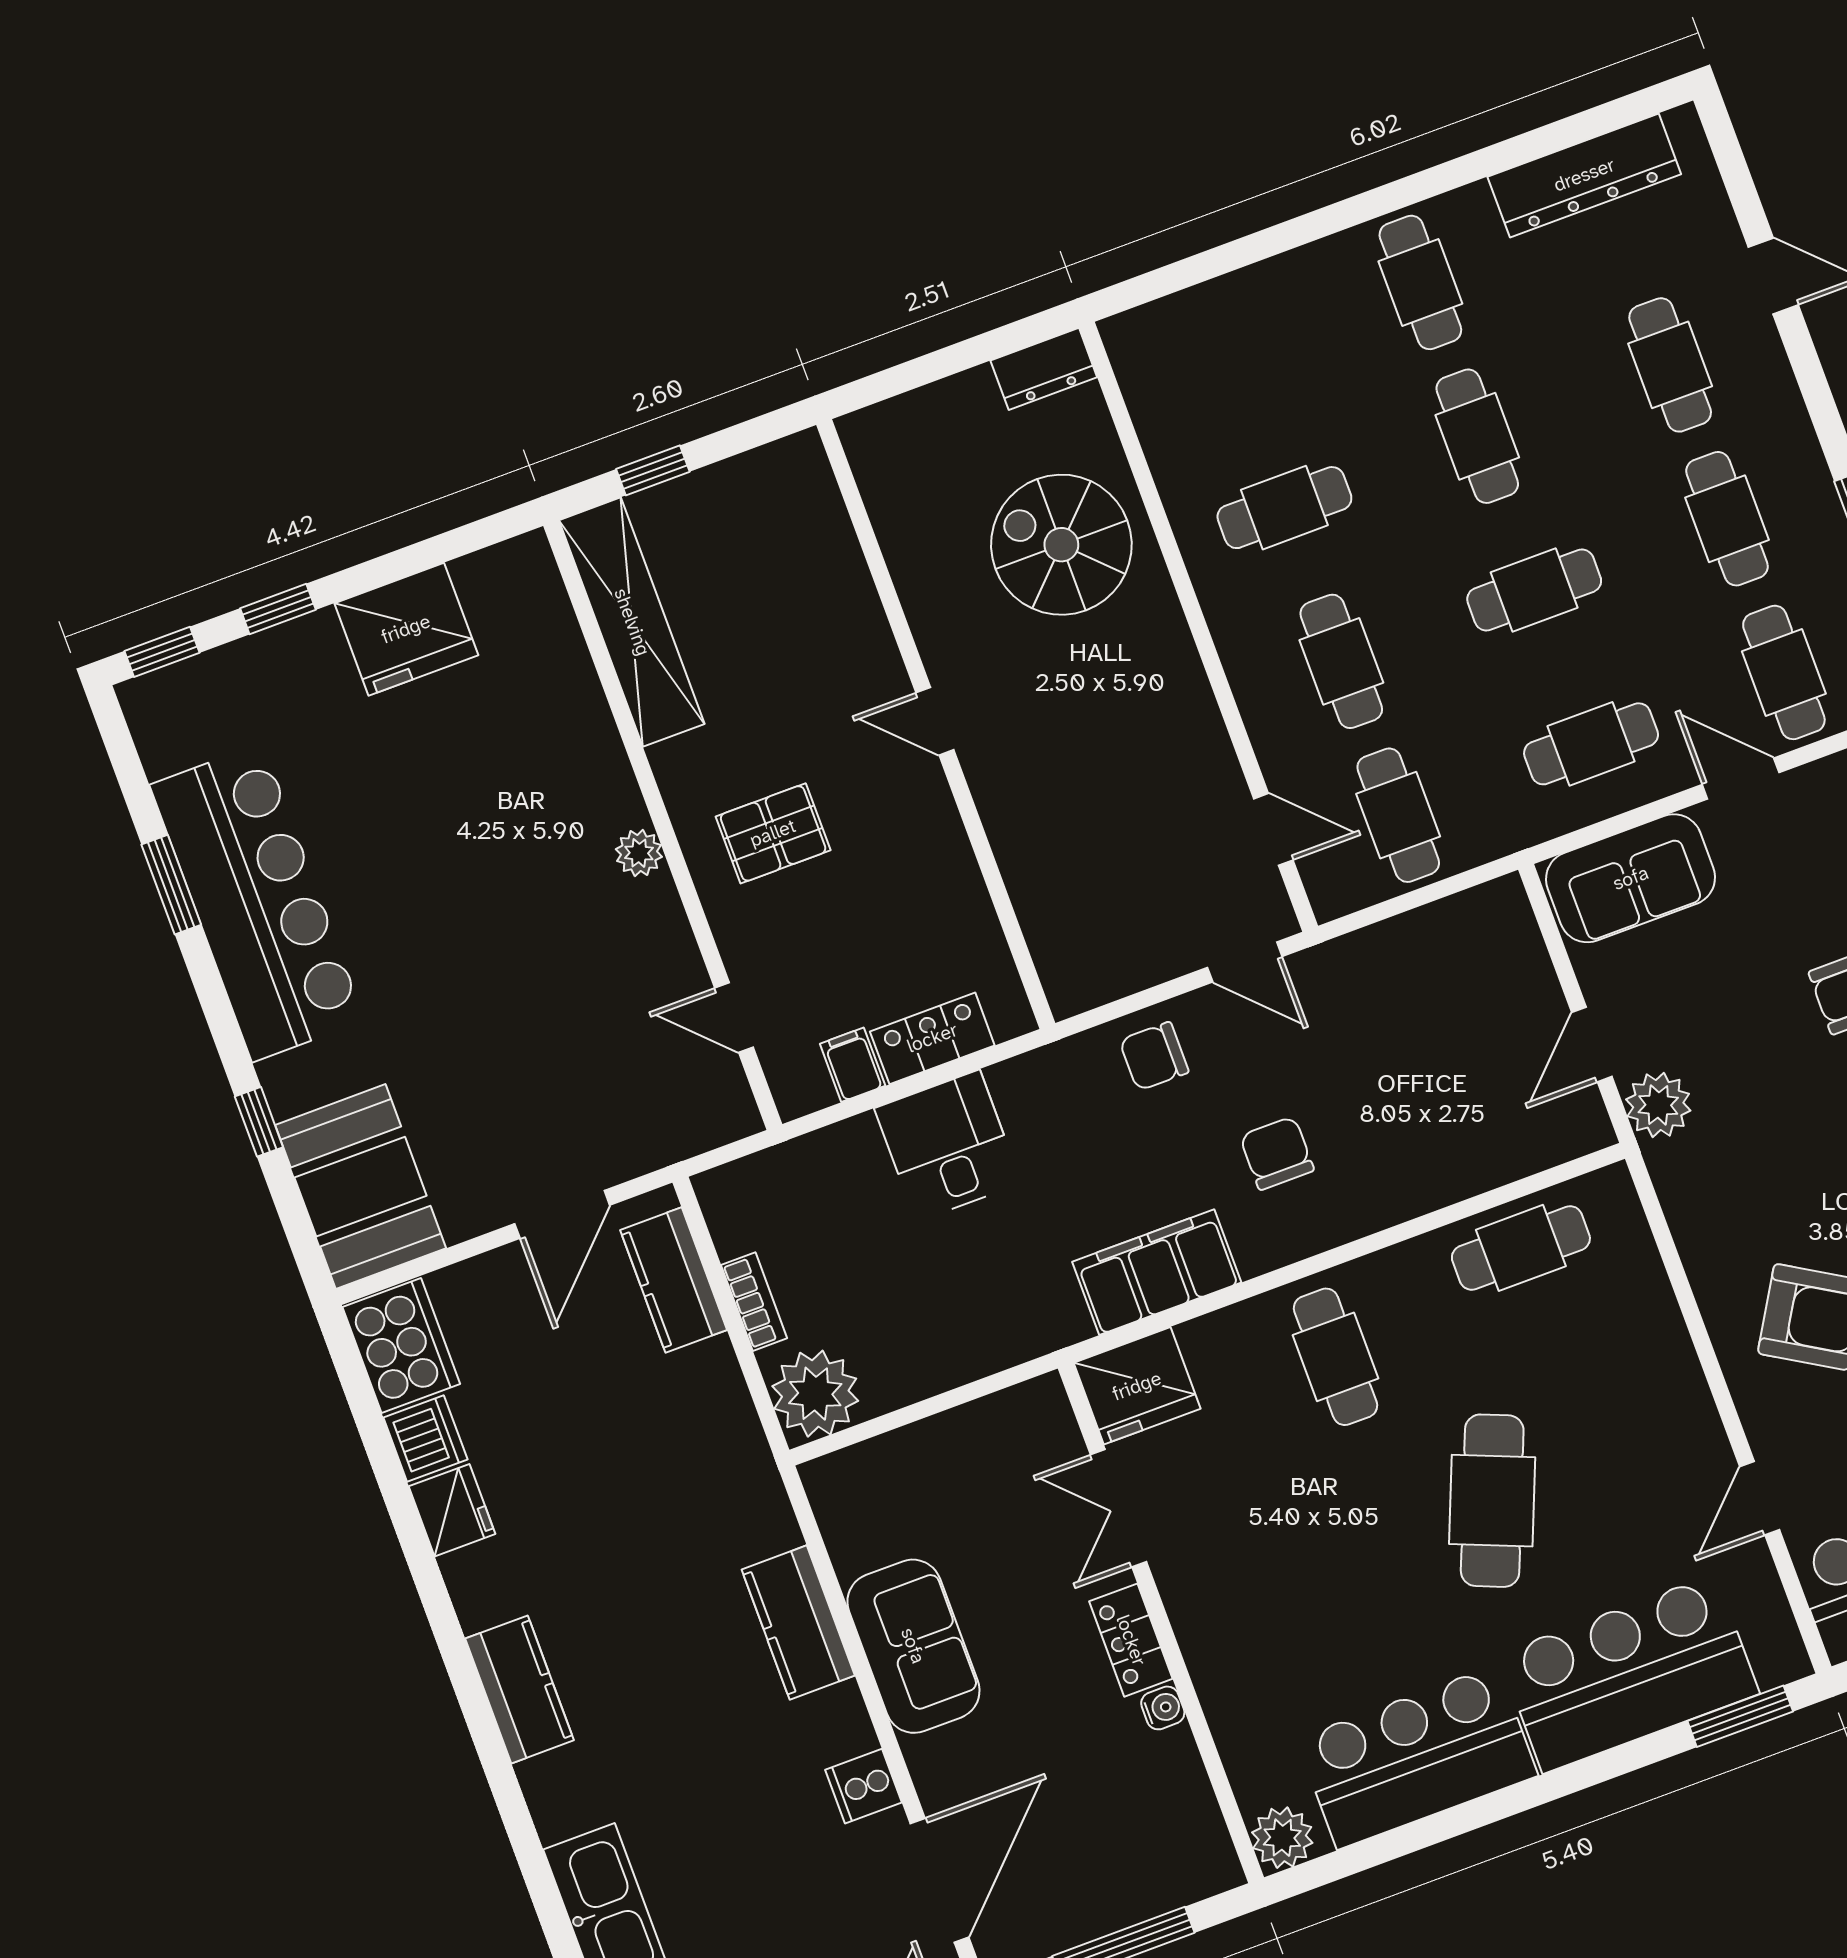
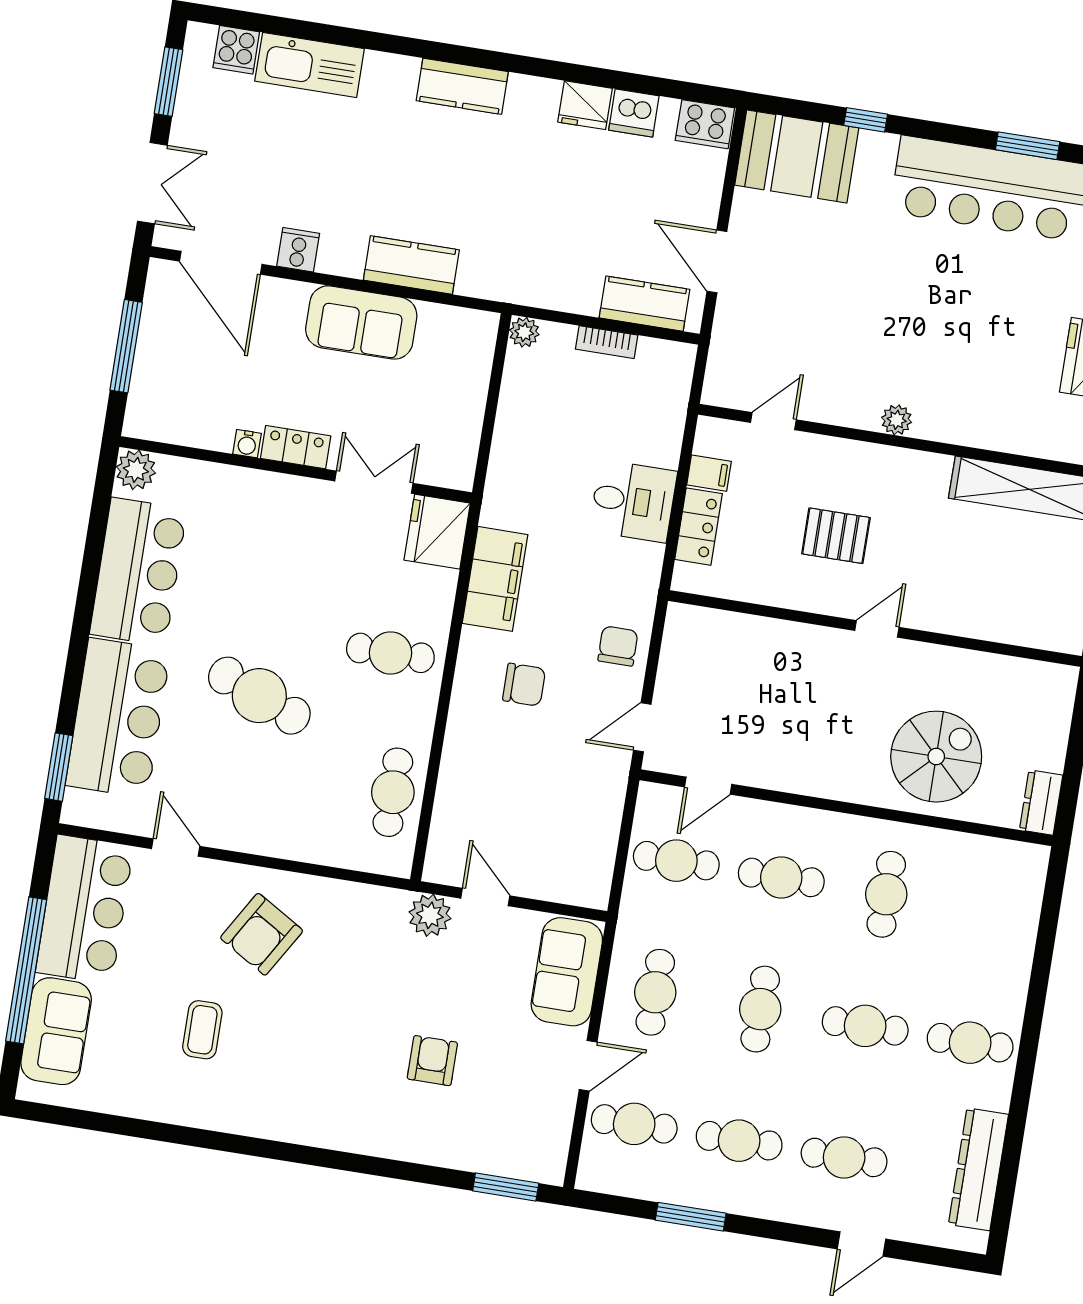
pallet: (773, 833) -> (836, 536), moved, turned 90
cooker: (401, 1346) -> (705, 124), width x0.73, depth x0.76
plant: (815, 1394) -> (524, 332), width x0.53, depth x0.53

